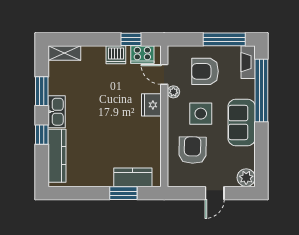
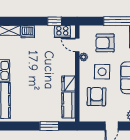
dishwasher: (116, 55) -> (28, 32), moved
fridge: (151, 105) -> (68, 83), moved
kitchen counter: (133, 177) -> (69, 105), moved, turned -90

